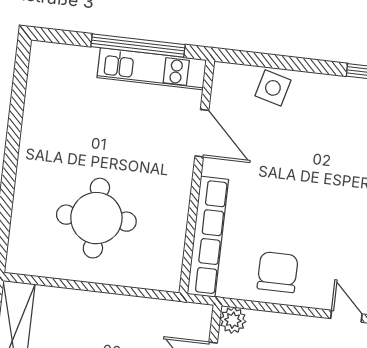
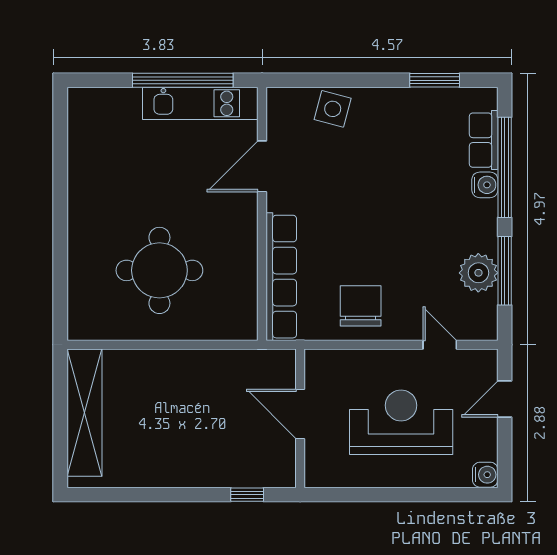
door: (202, 133) -> (262, 166), swing flipped
plant: (233, 320) -> (318, 363), removed

